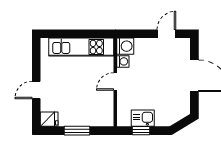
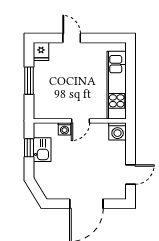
door: (166, 34) -> (131, 175), hinge flipped
washing machine: (123, 61) -> (64, 129), moved
door: (115, 82) -> (80, 121), swing flipped

